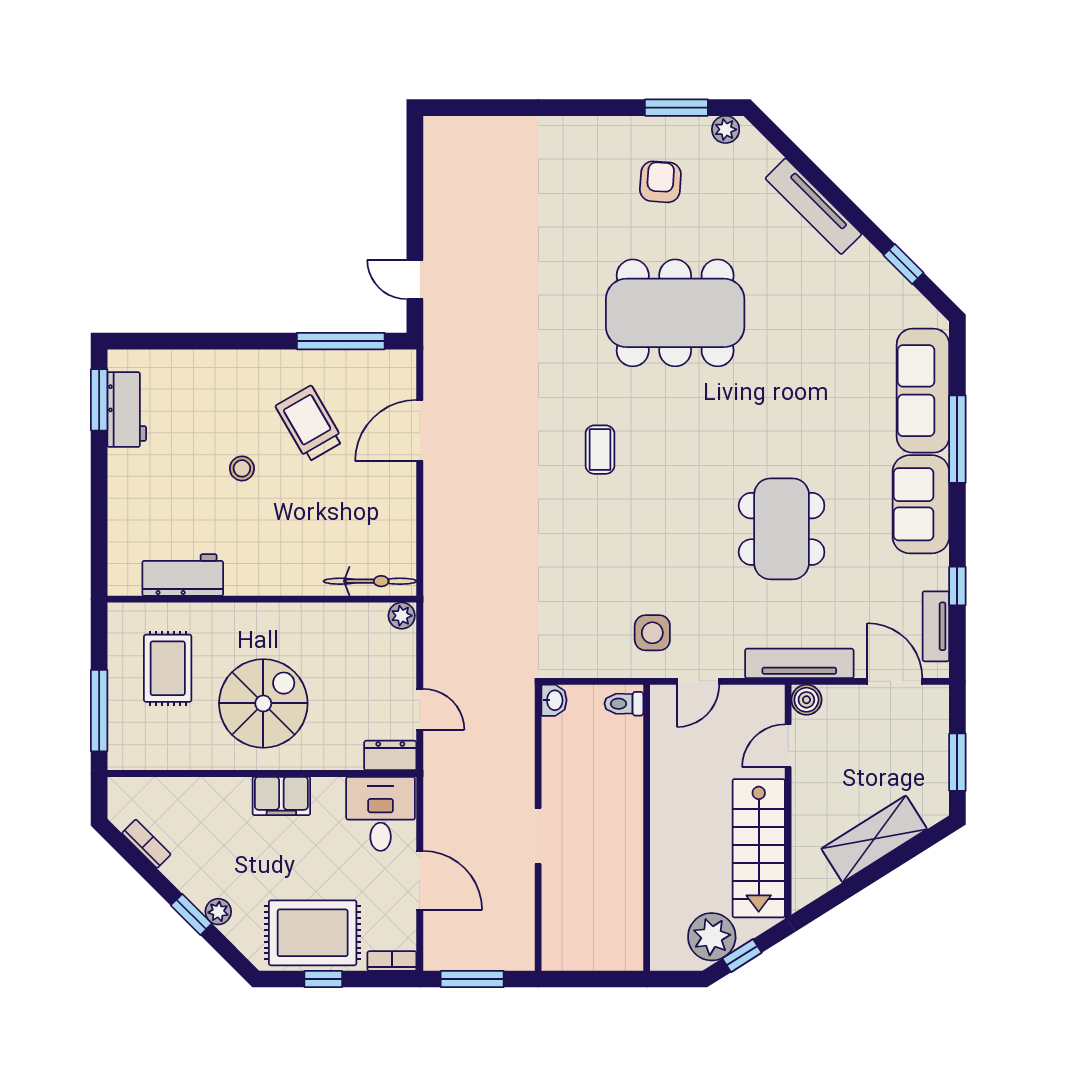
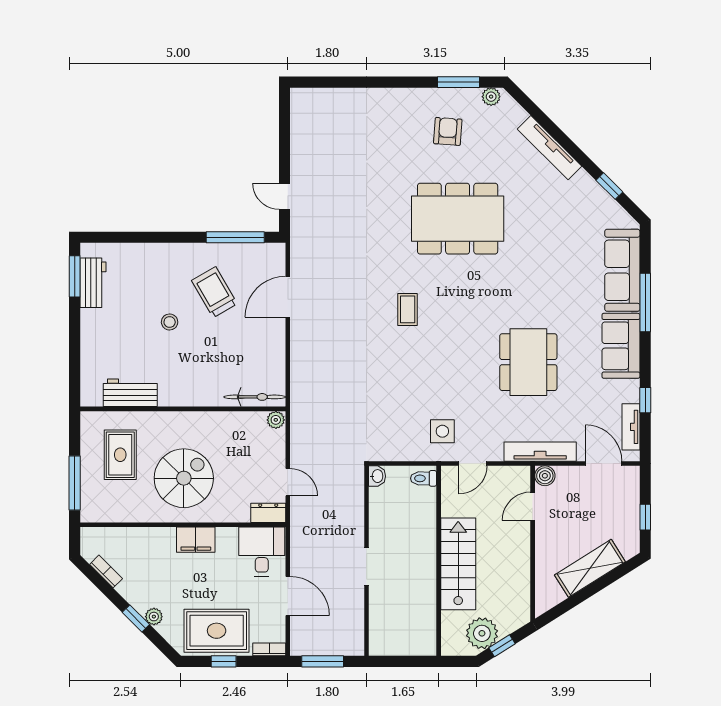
window: (957, 762) -> (645, 517), width x0.67
stairs: (759, 848) -> (458, 564), moved, turned 180

